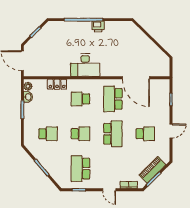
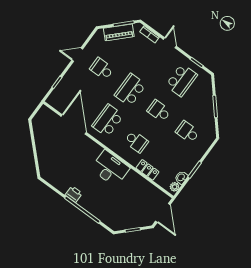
school desk: (113, 99) -> (108, 121), turned 180

